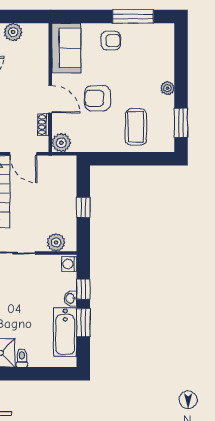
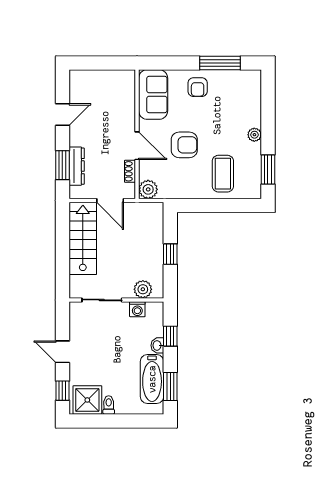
plant: (13, 32) -> (100, 79), removed
armchair: (111, 41) -> (198, 87), turned 90
armchair: (97, 98) -> (184, 145), turned 180
washing machine: (69, 264) -> (137, 309), moved, turned -90
window: (83, 323) -> (170, 386), moved

